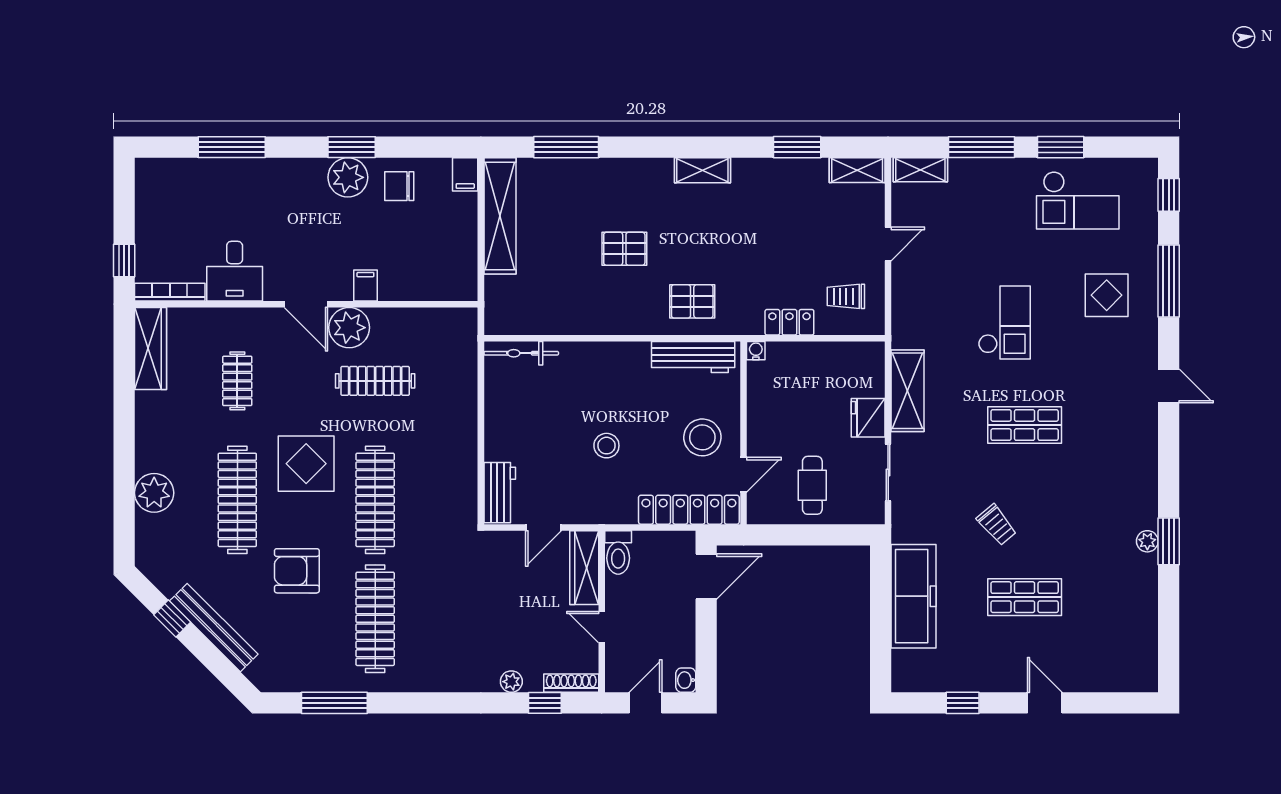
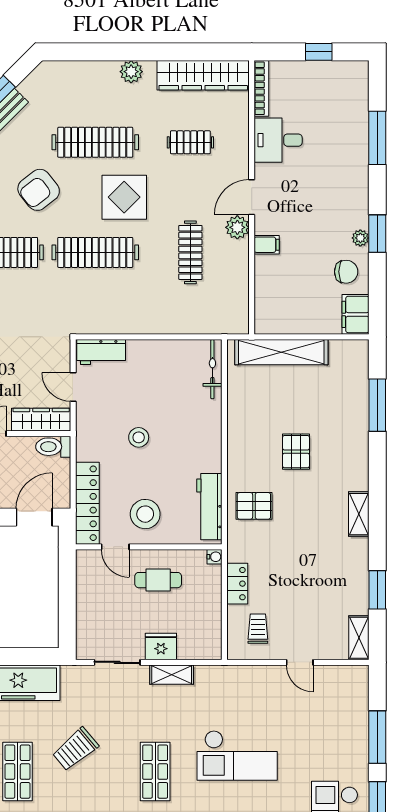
shelving: (920, 170) -> (359, 688), removed
filing cabinet: (465, 174) -> (355, 314), width x2.00
plant: (348, 177) -> (360, 238), width x0.53, depth x0.53
chair: (399, 186) -> (346, 272), turned 90
shelving: (500, 216) -> (281, 352), moved
window: (124, 261) -> (319, 52), moved
pallet: (692, 301) -> (254, 506), turned 90
checkout: (1004, 322) -> (237, 755), width x1.36, depth x1.21
plant: (349, 328) -> (237, 227), width x0.73, depth x0.73
wardrobe: (151, 348) -> (203, 75), width x1.40, depth x1.17
shelving: (907, 391) -> (172, 675), width x0.67, depth x0.75
cafe table: (812, 485) -> (158, 580), moved
plant: (154, 493) -> (131, 72), moved, width x0.73, depth x0.73
trolley: (997, 525) -> (75, 749), width x1.36, depth x1.39
armchair: (297, 571) -> (39, 190), turned -128
door: (706, 576) -> (34, 517), swing flipped

